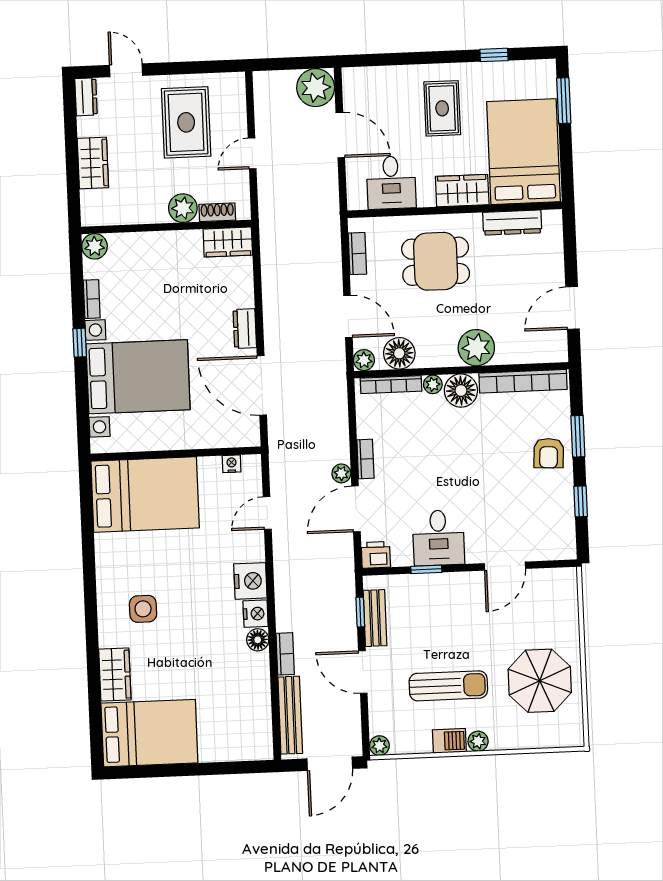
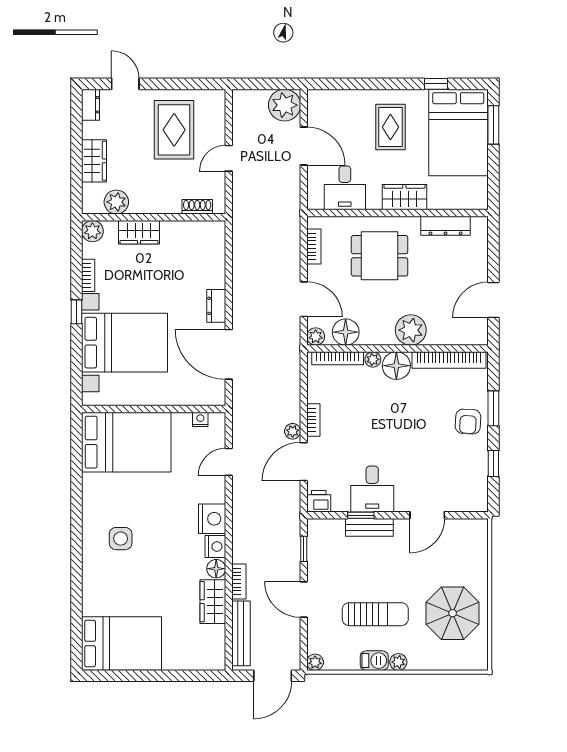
bed: (524, 152) -> (458, 133), moved, turned 180
plant: (183, 208) -> (116, 202), moved
wardrobe: (228, 242) -> (139, 232), moved
bench: (375, 618) -> (369, 527), moved, turned 90
wardrobe: (115, 675) -> (213, 602), moved, turned 180

